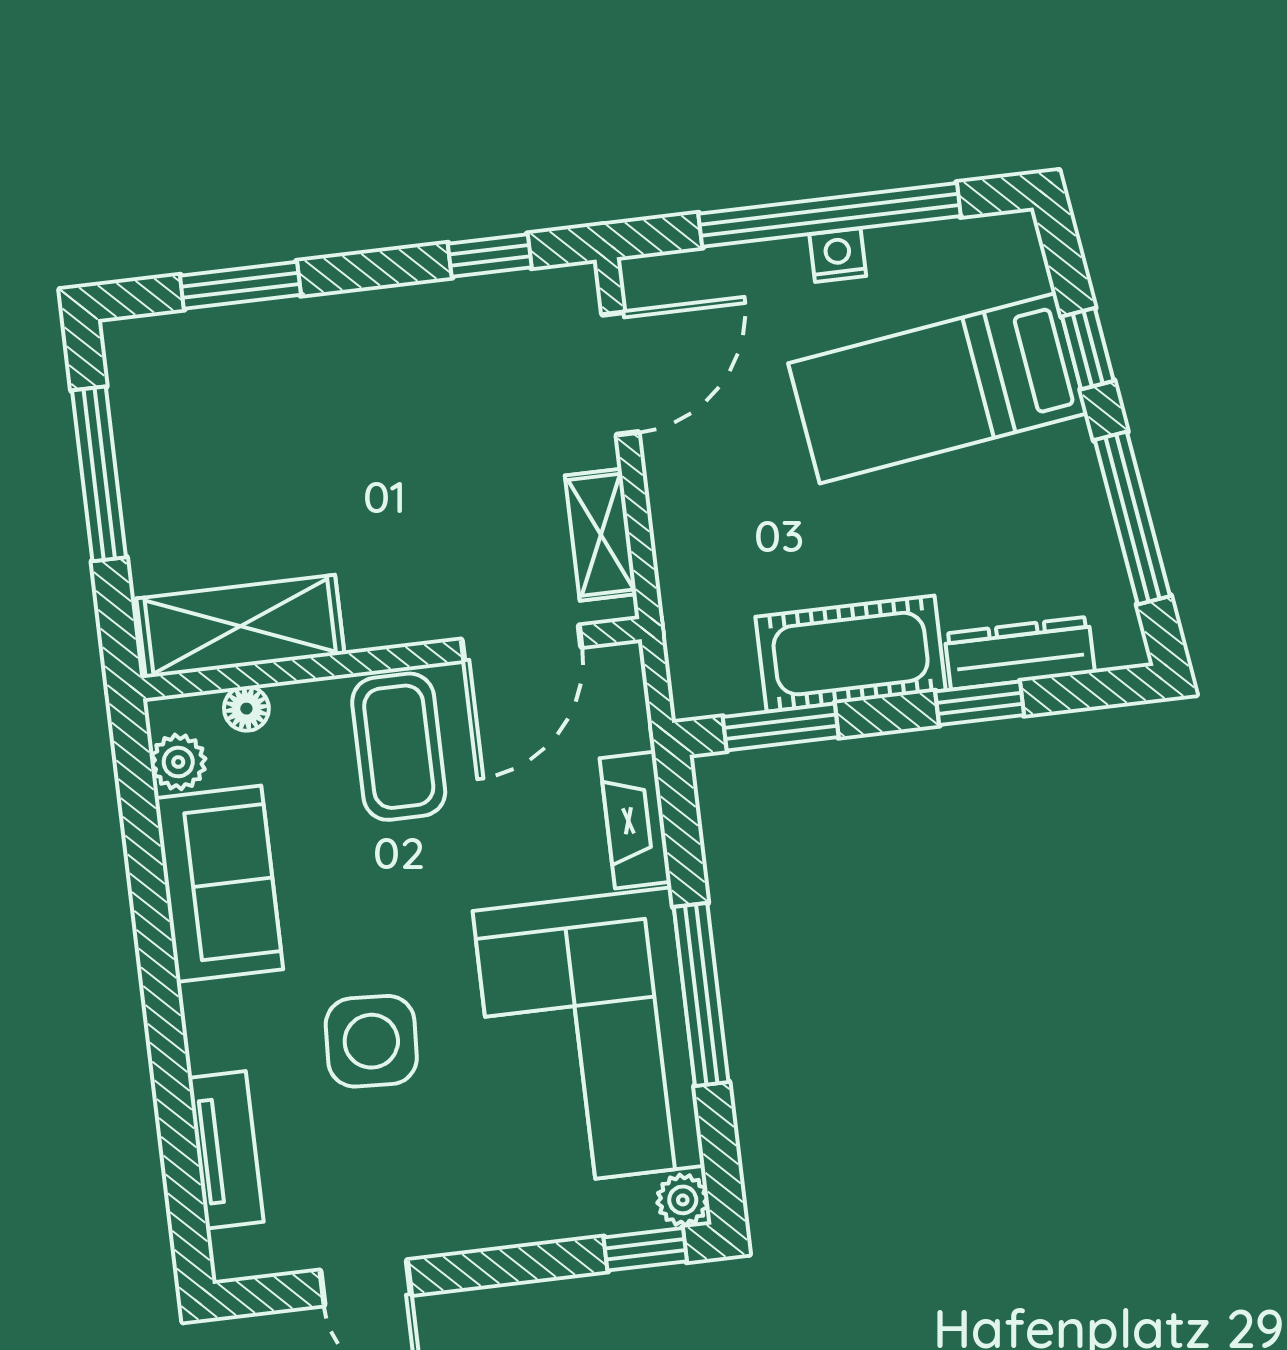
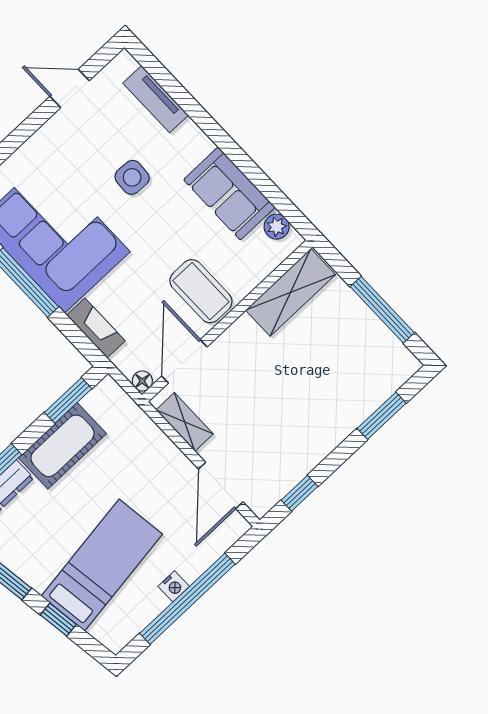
floor lamp: (246, 709) -> (142, 381), moved
side table: (371, 1041) -> (132, 177), width x0.73, depth x0.73

